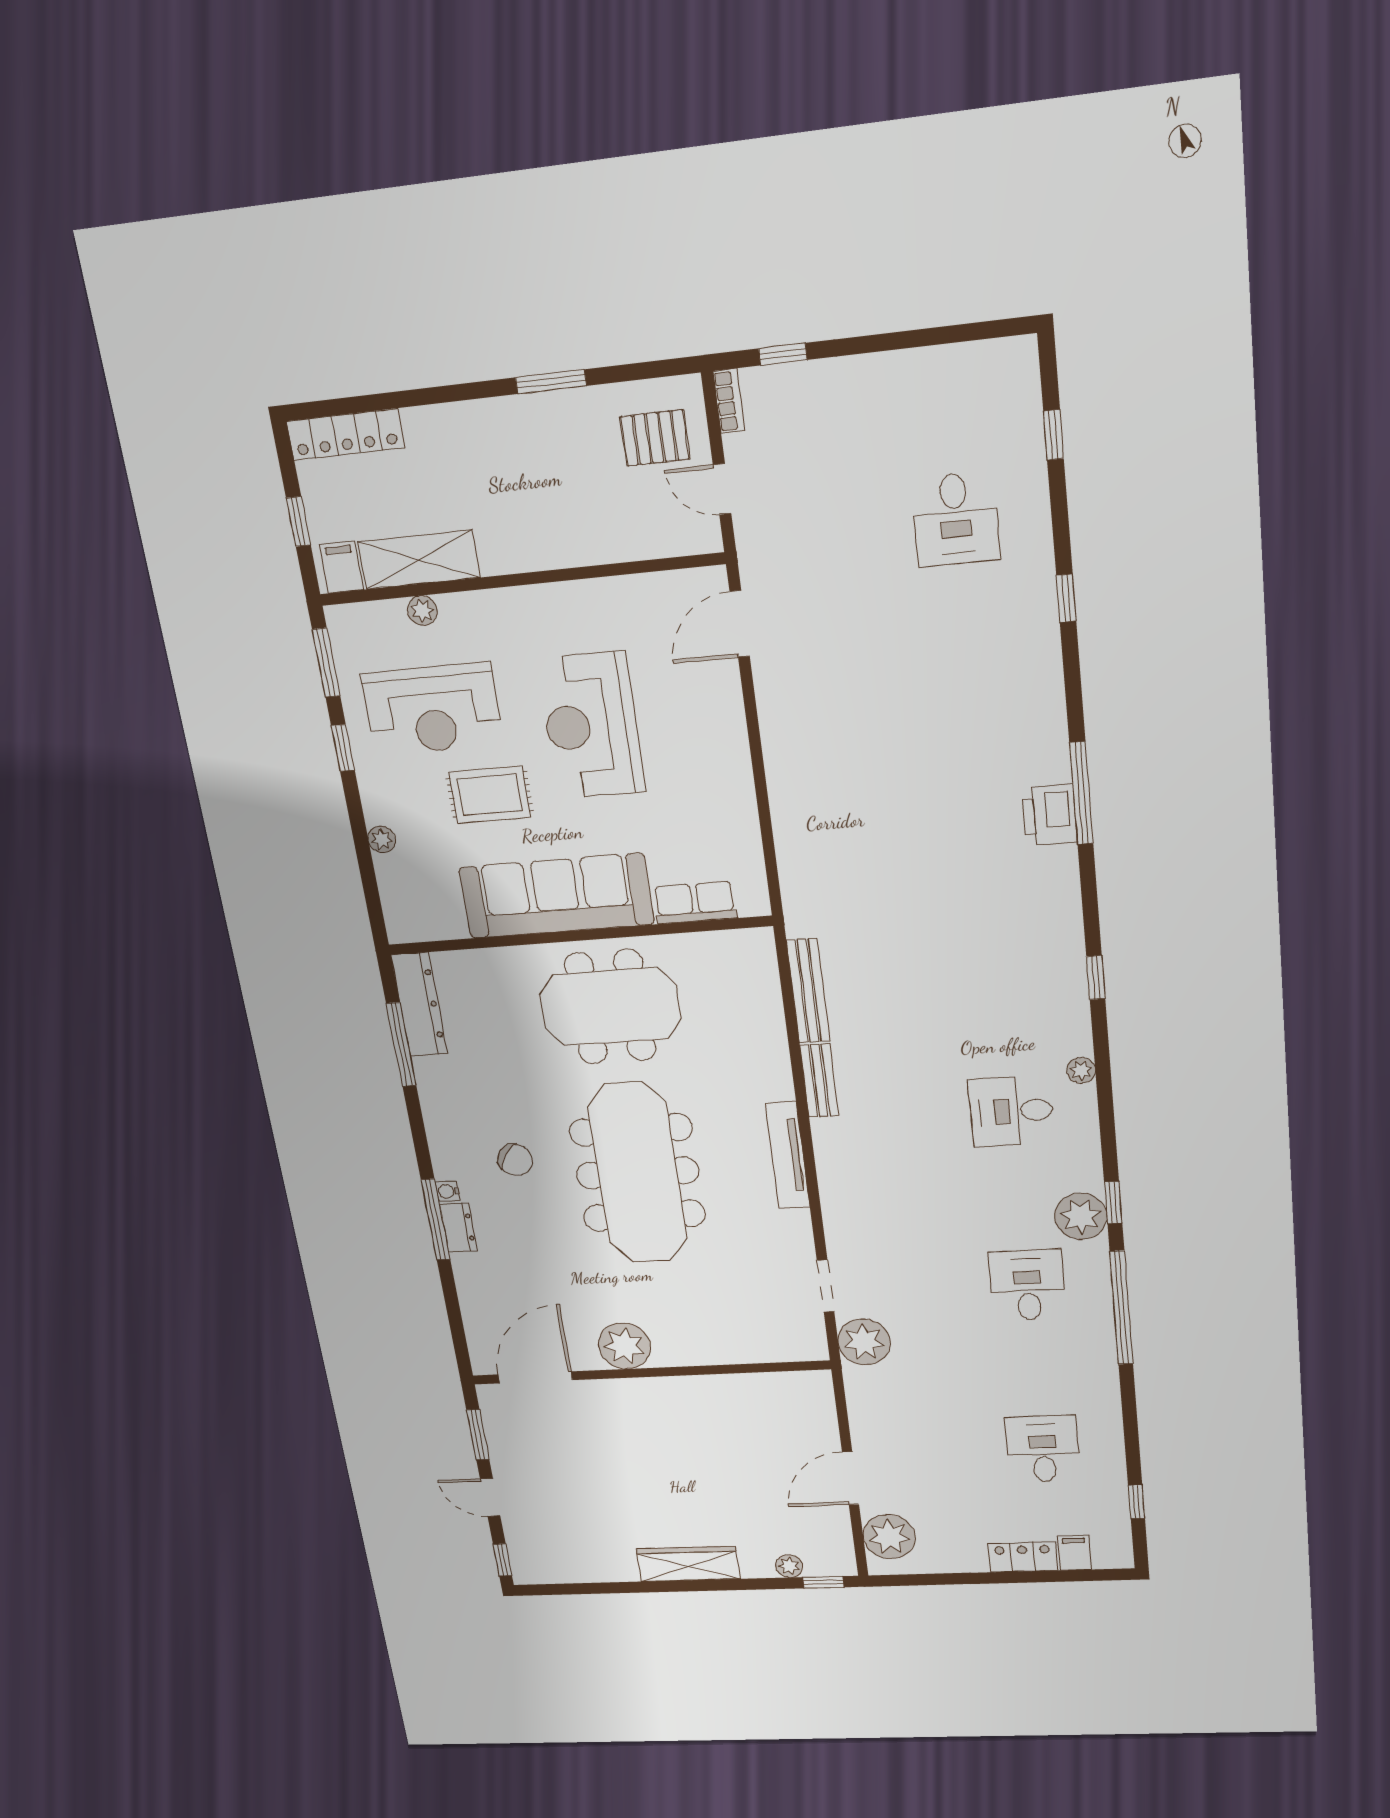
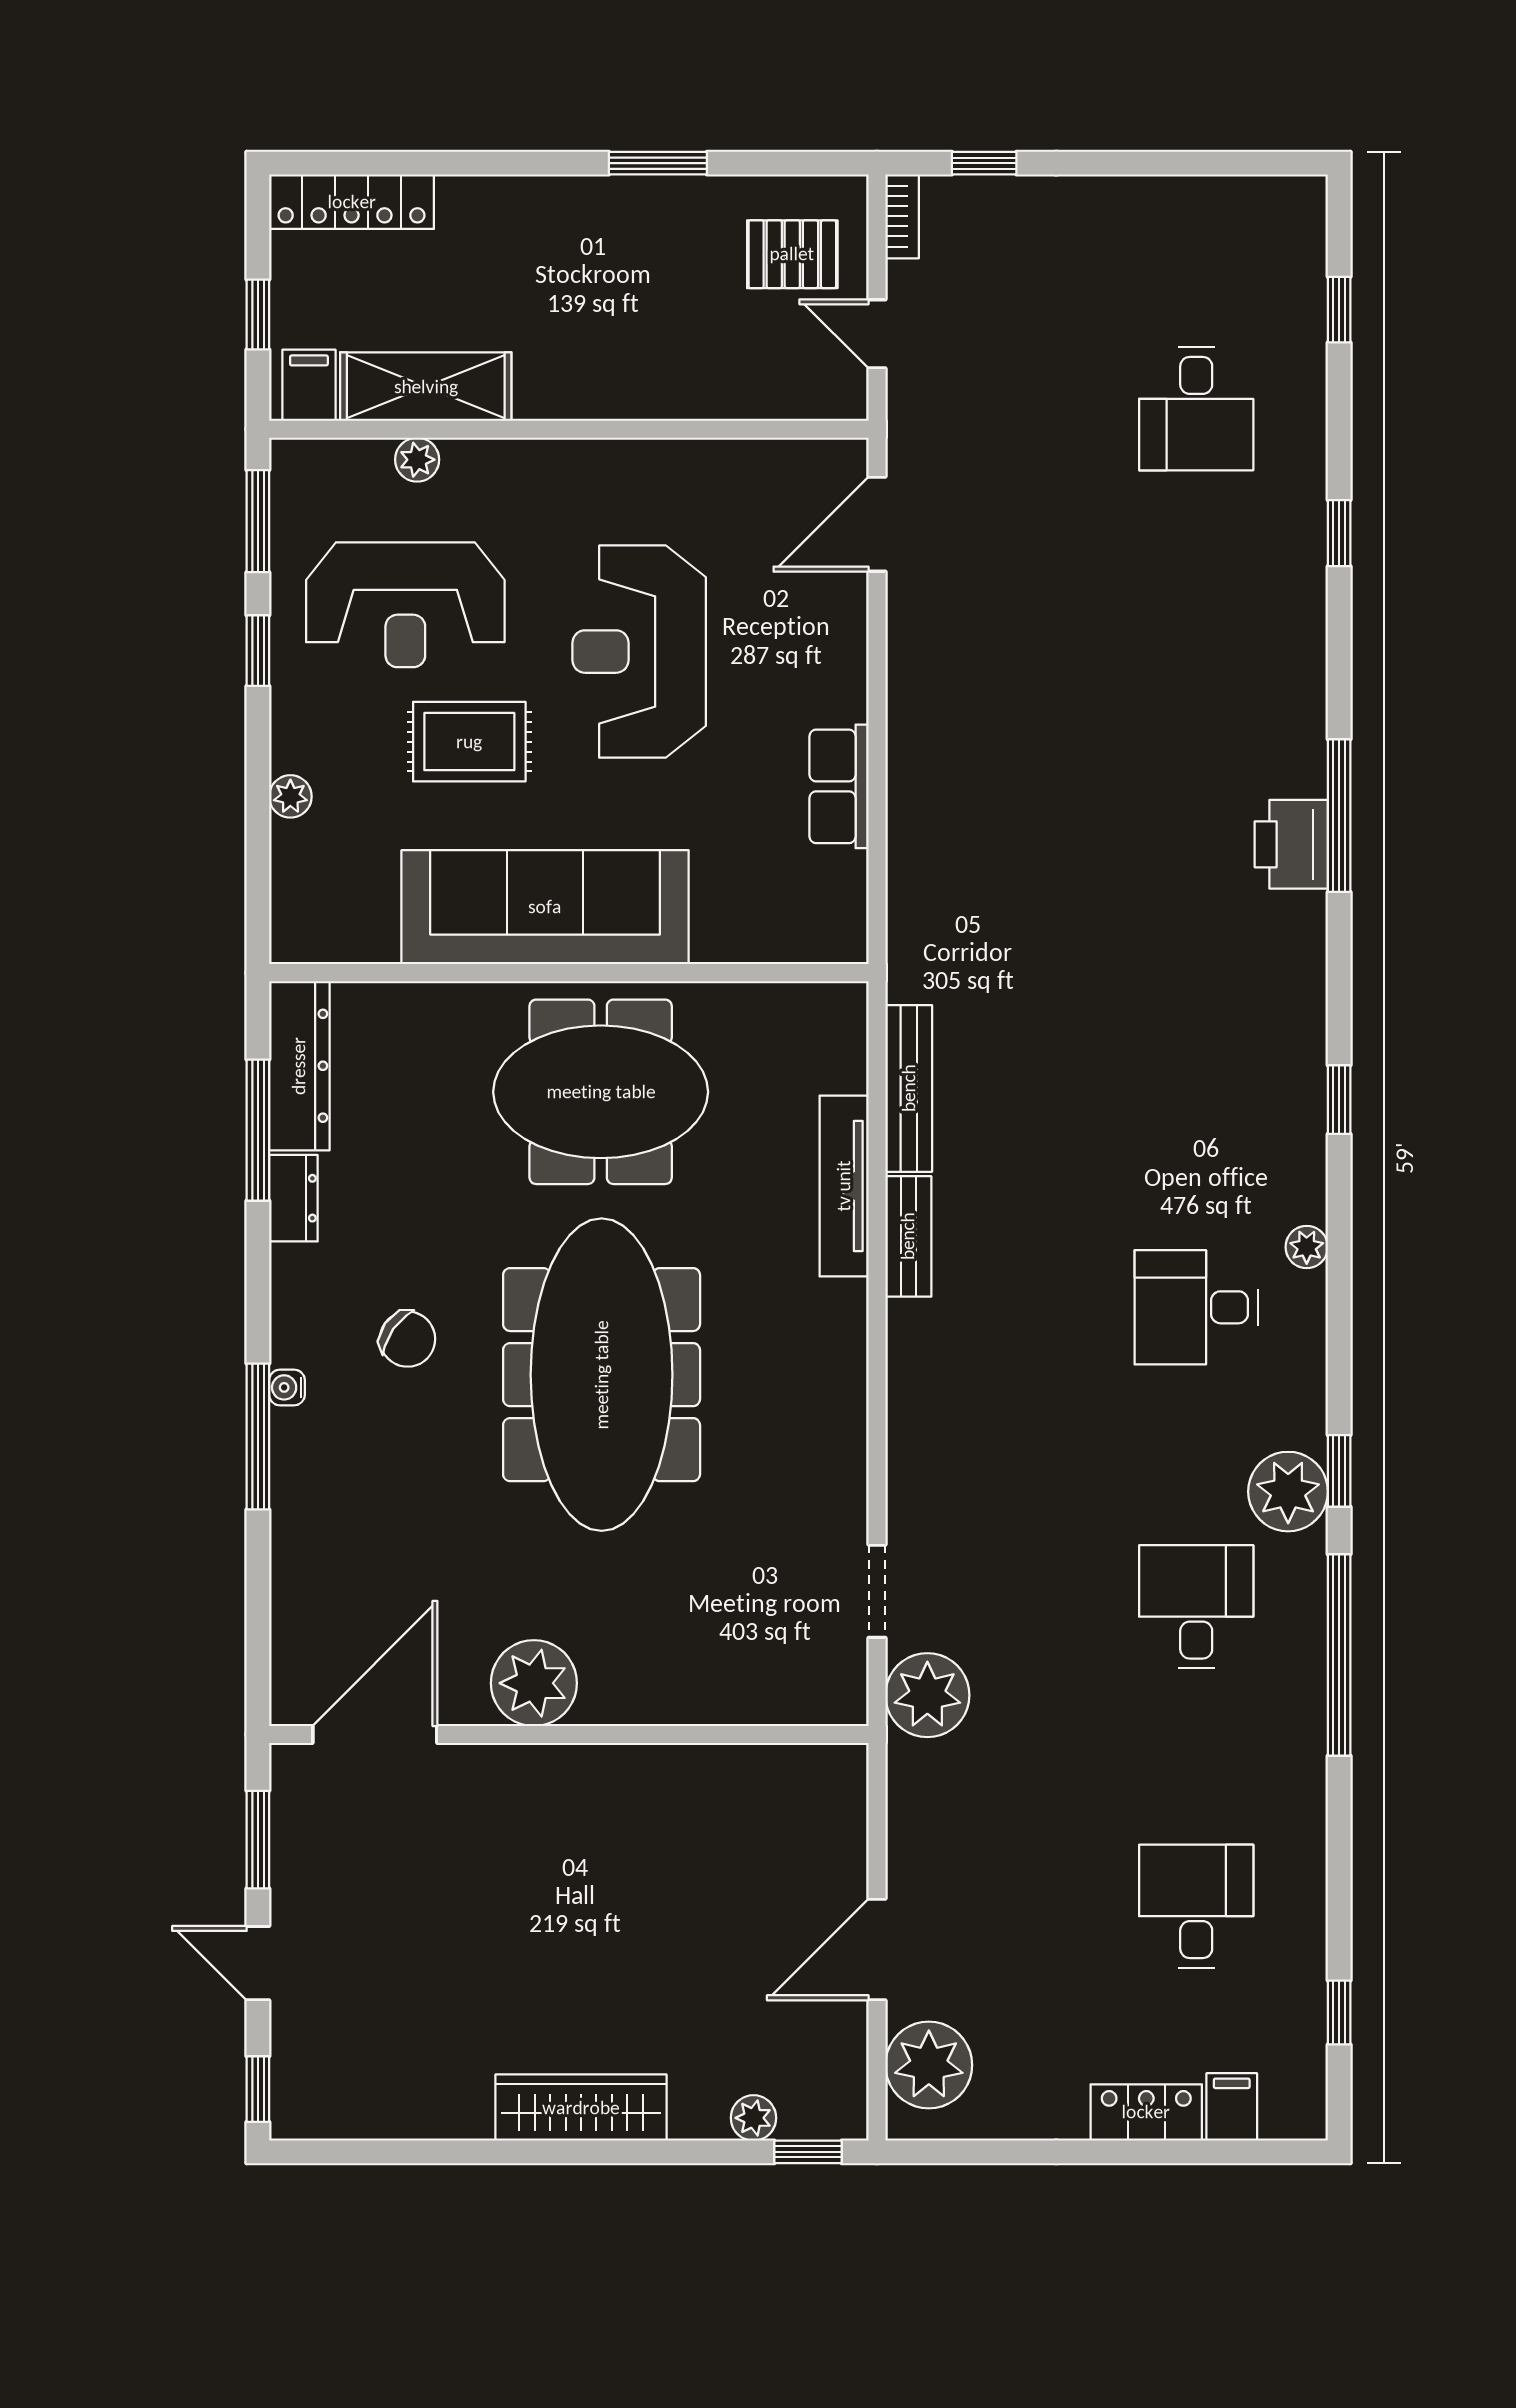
row of seats: (695, 902) -> (839, 786), moved, turned -90
tv unit: (788, 1155) -> (844, 1186), moved
dresser: (459, 1228) -> (293, 1198), moved

